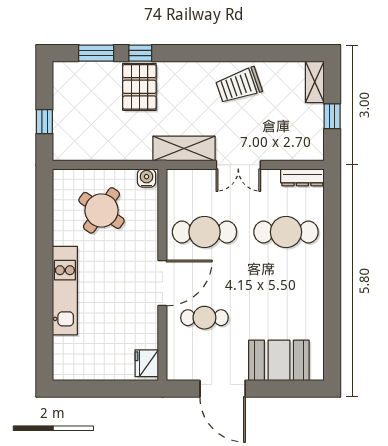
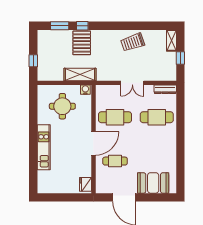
shelving: (184, 149) -> (80, 75), moved
round table: (102, 210) -> (62, 106), turned -35

